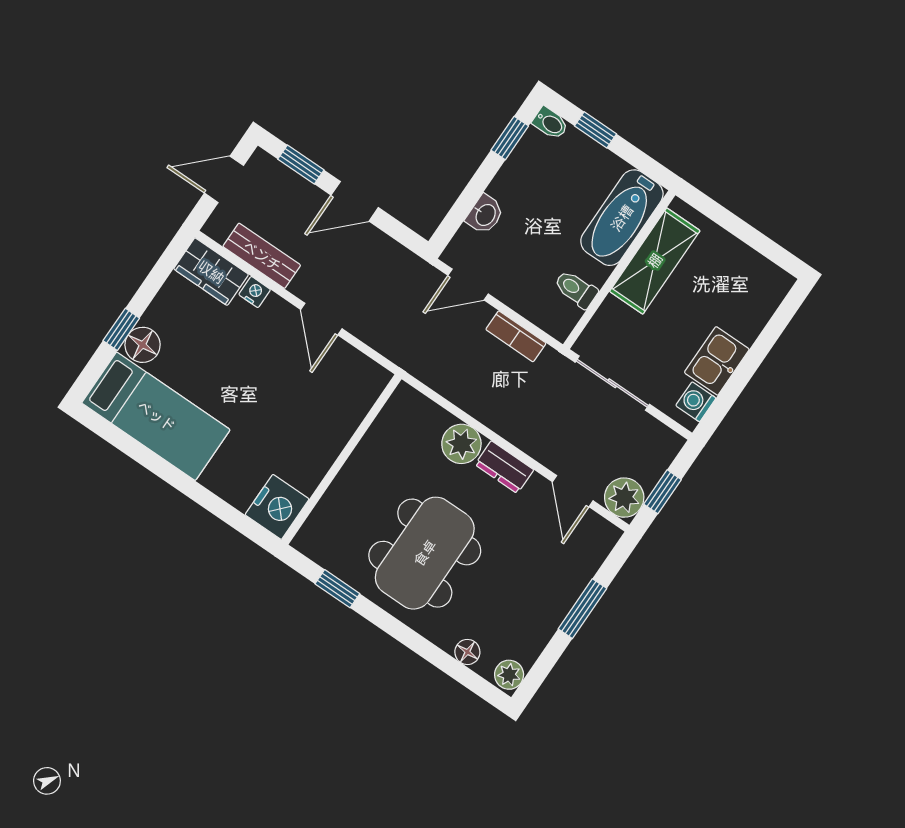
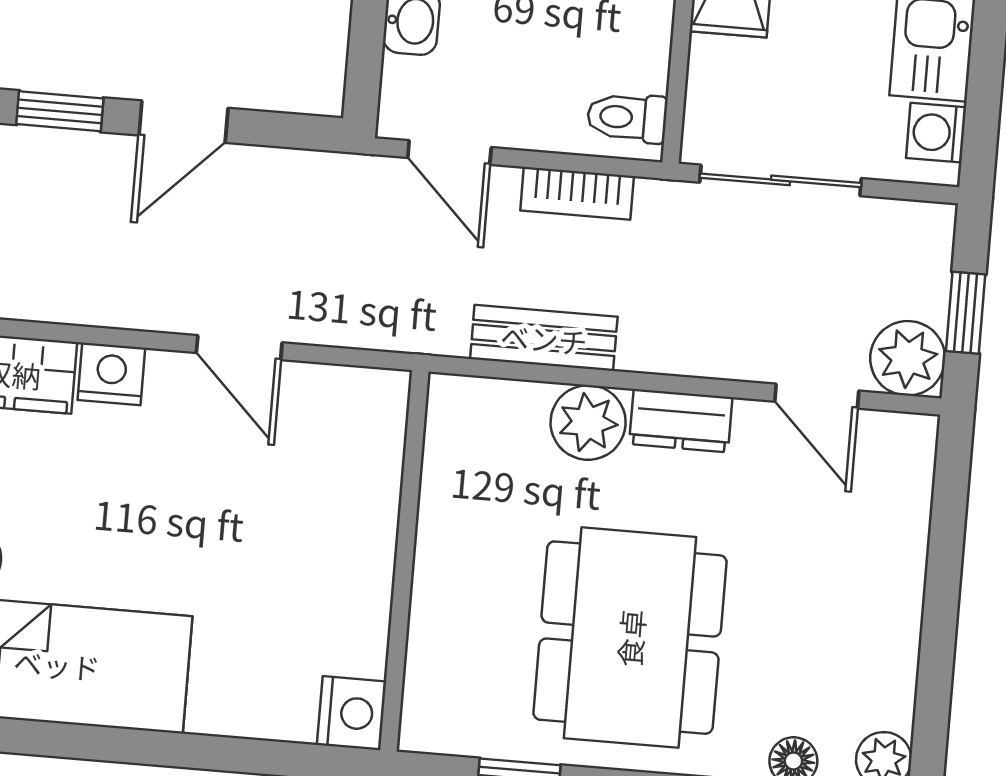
bench: (262, 256) -> (544, 338), moved
door: (468, 285) -> (449, 153), hinge flipped
toilet: (576, 289) -> (627, 118), moved
nightstand: (255, 292) -> (111, 374), width x1.39, depth x1.35
nightstand: (277, 507) -> (352, 713), width x0.74, depth x0.75
window: (582, 609) -> (943, 581), removed

